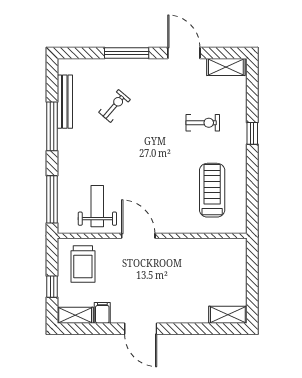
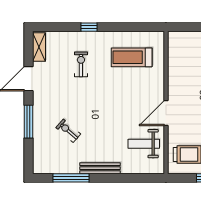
bench: (65, 102) -> (100, 168), moved
window: (52, 126) -> (71, 178), moved
window: (52, 199) -> (139, 178), removed

